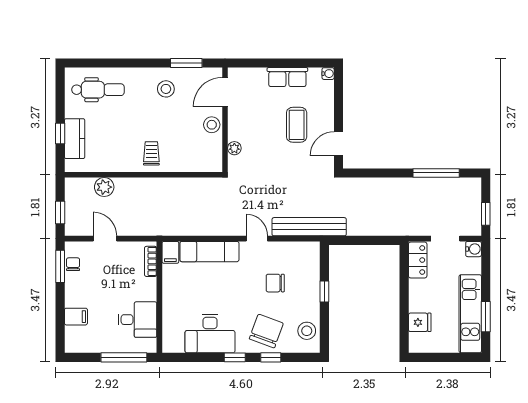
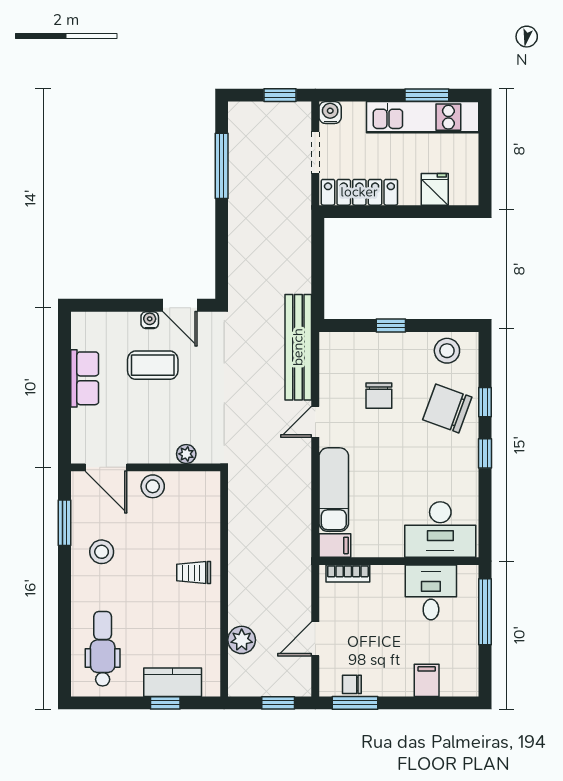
water cooler: (328, 74) -> (150, 320), moved
locker: (418, 260) -> (359, 192), width x1.53
desk: (210, 334) -> (440, 529), moved, turned 90

